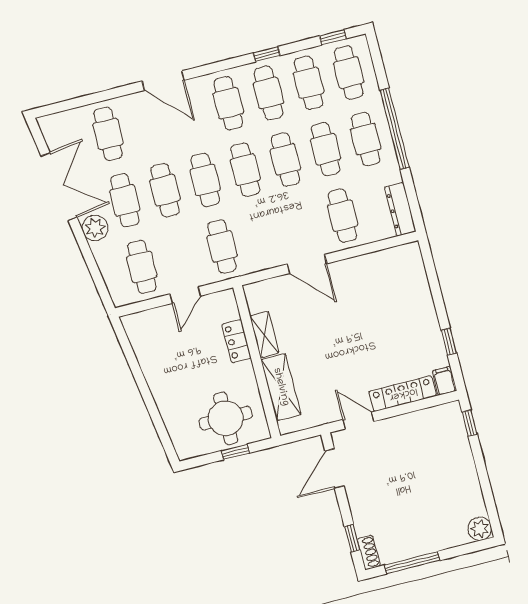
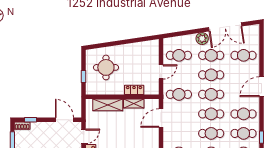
door: (307, 264) -> (161, 118), moved
door: (185, 295) -> (161, 72), swing flipped
round table: (226, 418) -> (106, 67), moved

